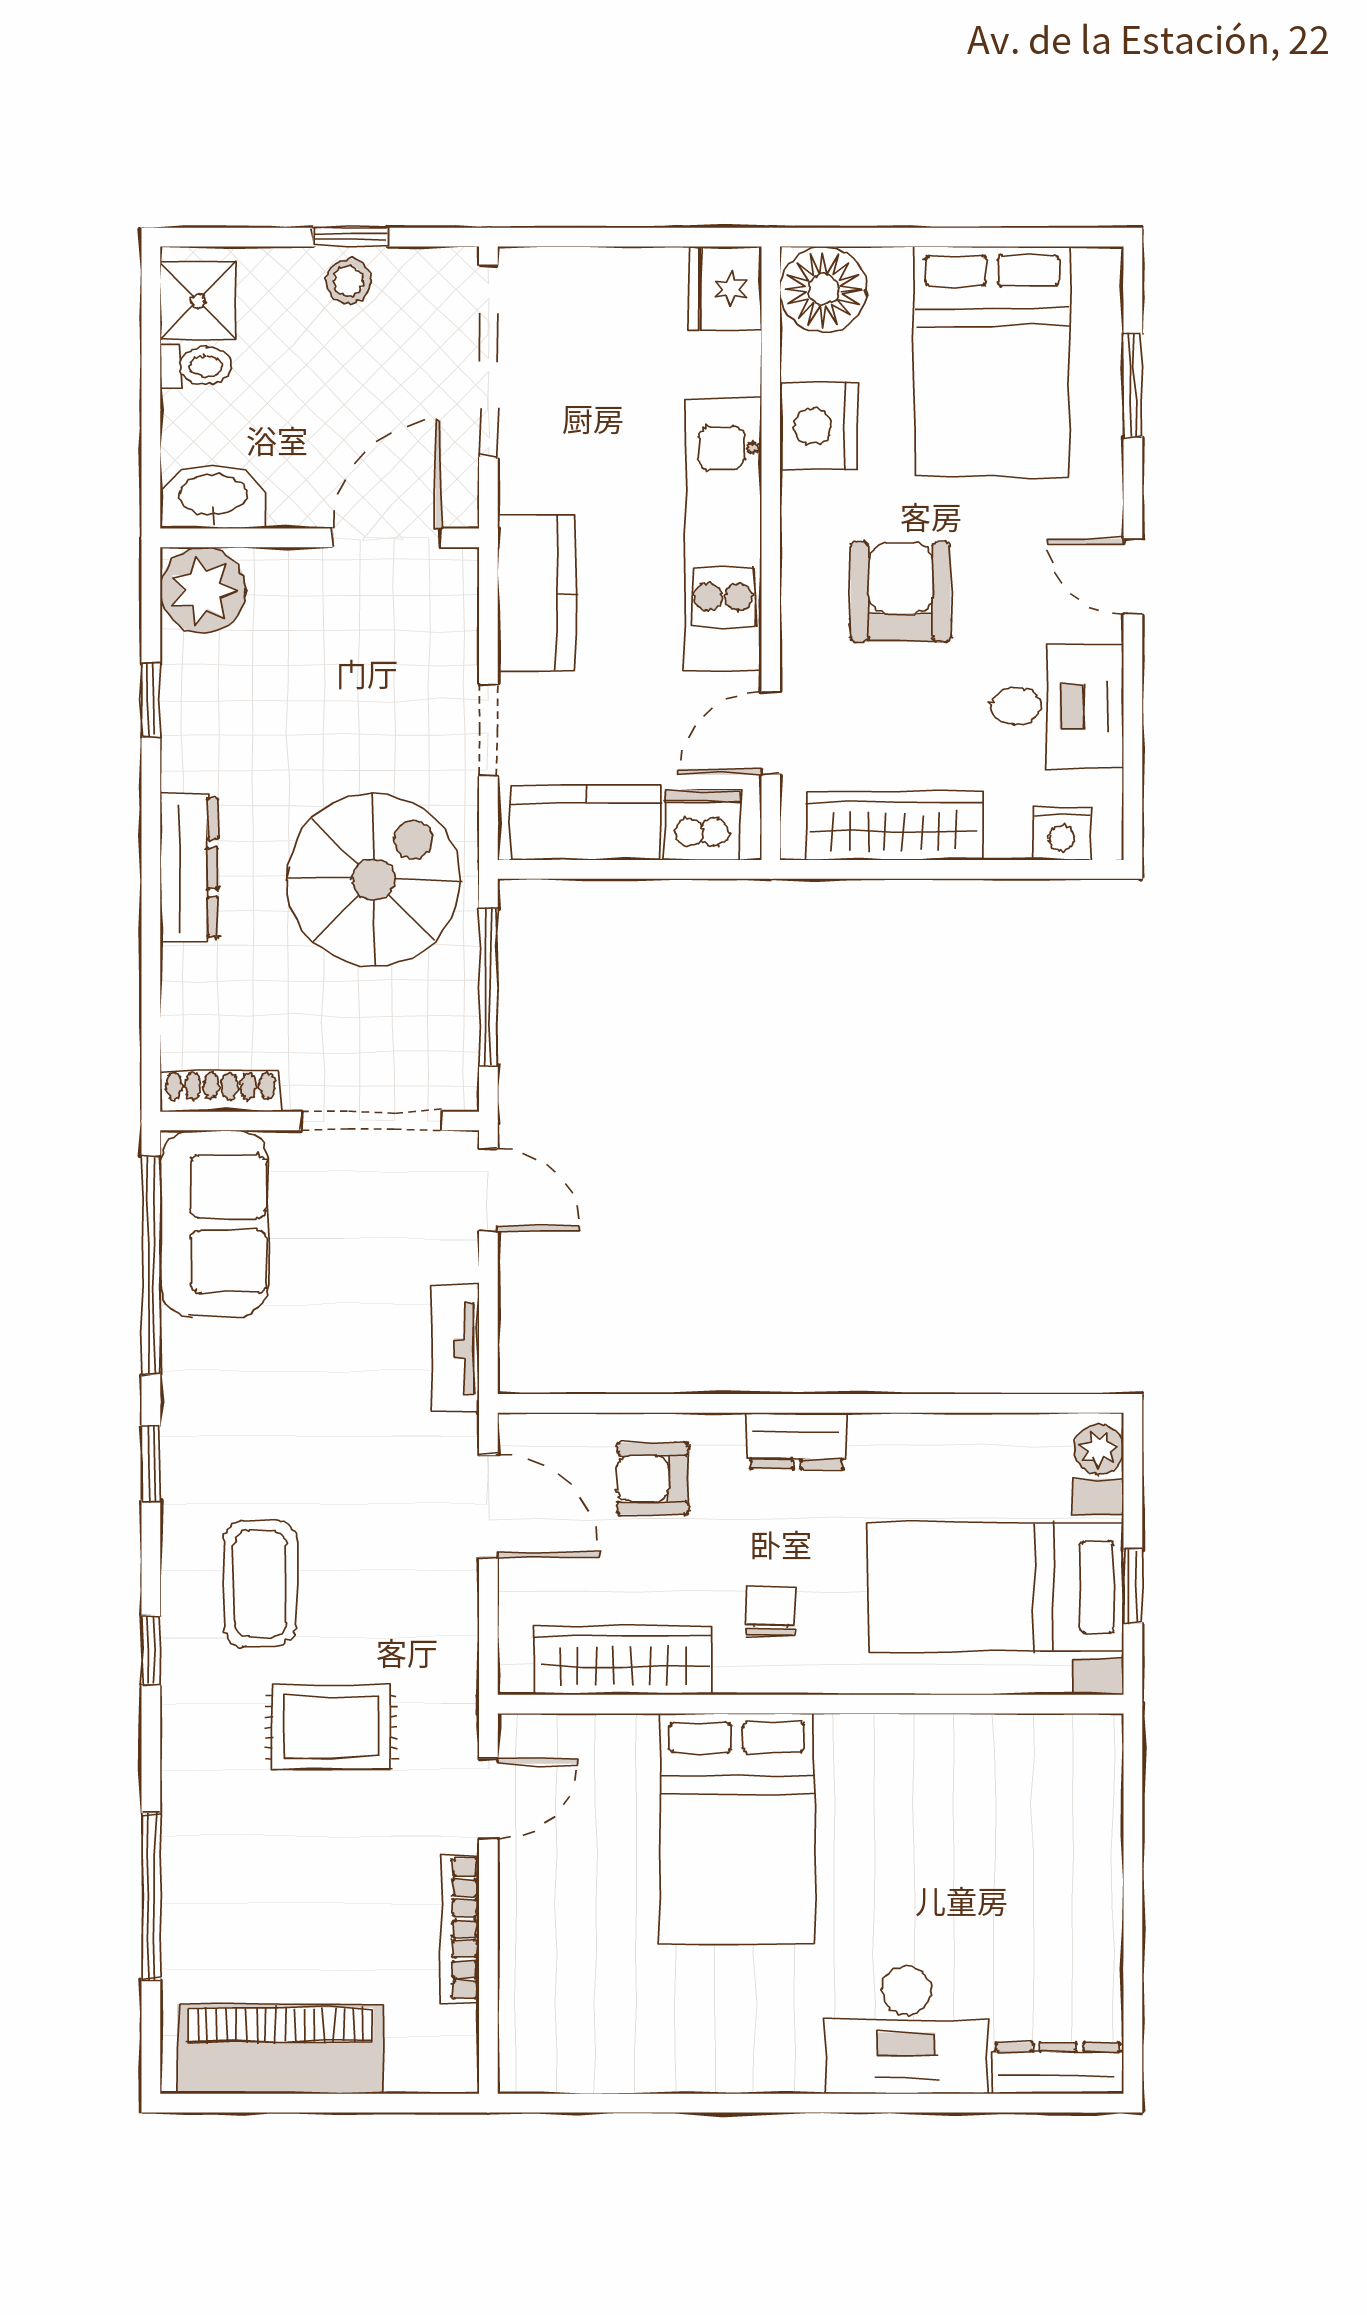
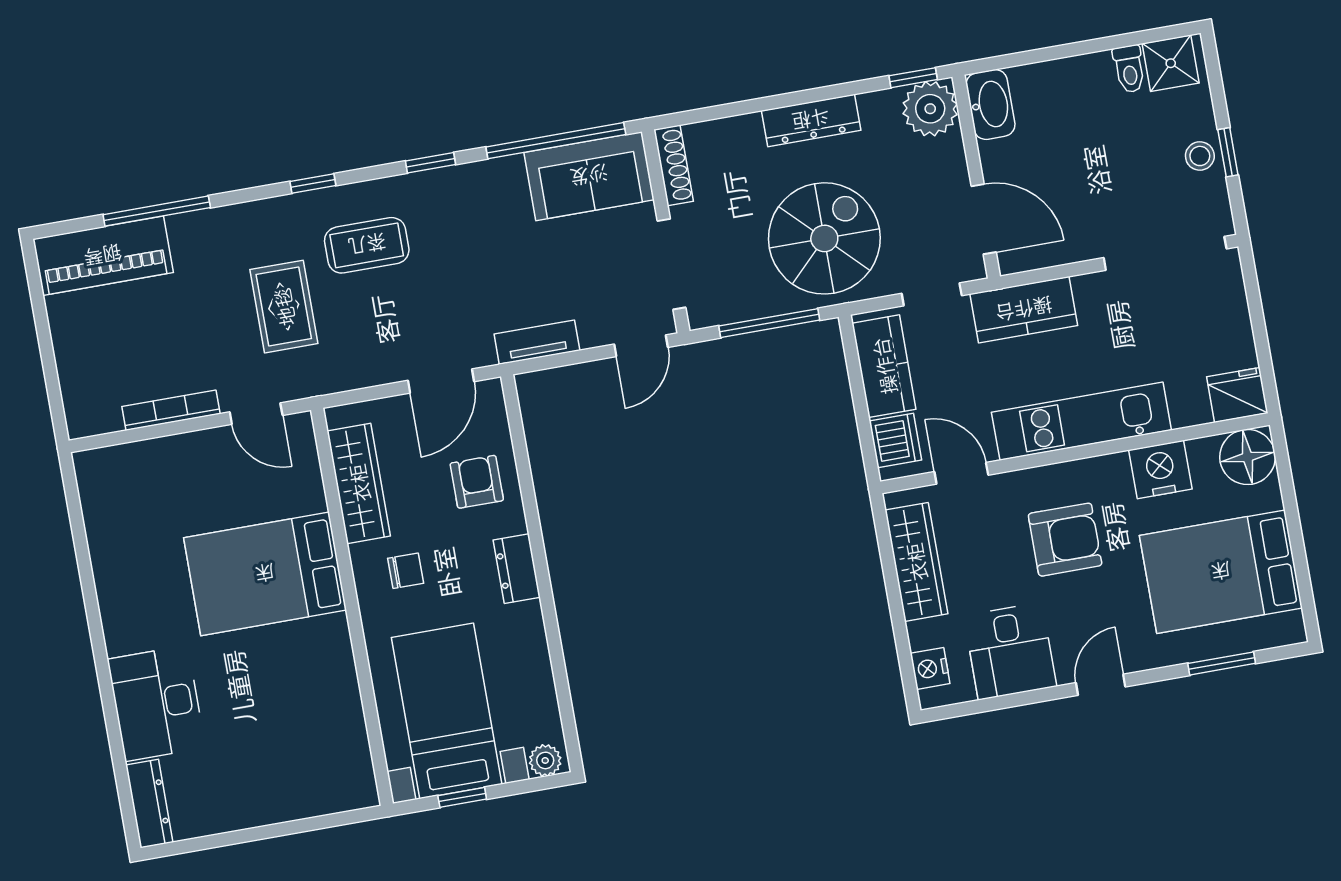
washbasin: (213, 496) -> (991, 104), moved
wall: (320, 538) -> (976, 177), moved
door: (387, 538) -> (984, 219), moved
plant: (203, 590) -> (930, 109), moved
spiral stairs: (373, 880) -> (824, 238), turned -90
piano: (280, 2049) -> (103, 256), moved, turned 90

